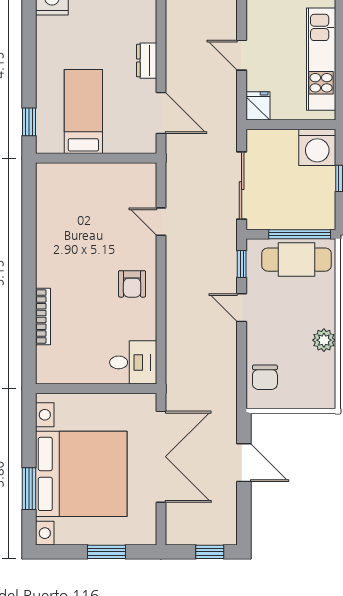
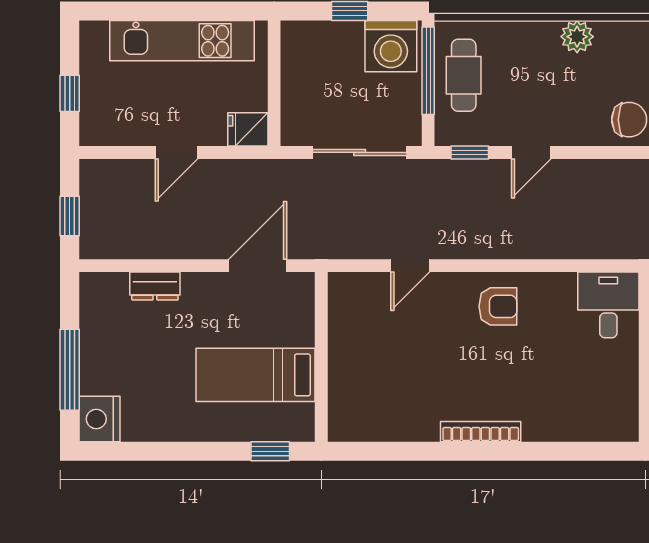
dresser: (147, 61) -> (155, 286), moved
washing machine: (317, 147) -> (391, 46), moved, turned 90
cafe table: (296, 260) -> (464, 75), width x0.73, depth x0.74
bookcase: (43, 317) -> (481, 432), moved

